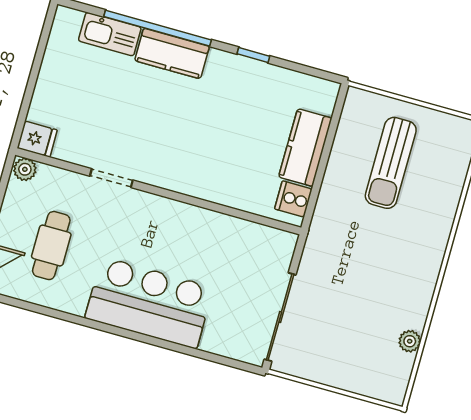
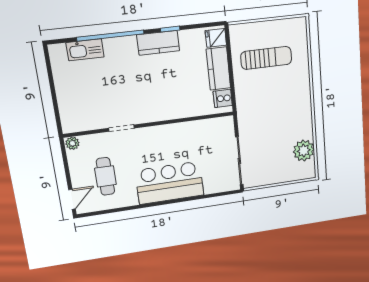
kitchen counter: (172, 53) -> (158, 43), moved
fridge: (37, 139) -> (216, 38), moved, turned 180
sun lounger: (391, 163) -> (266, 58), turned -90
plant: (410, 341) -> (304, 151), width x1.88, depth x1.88

